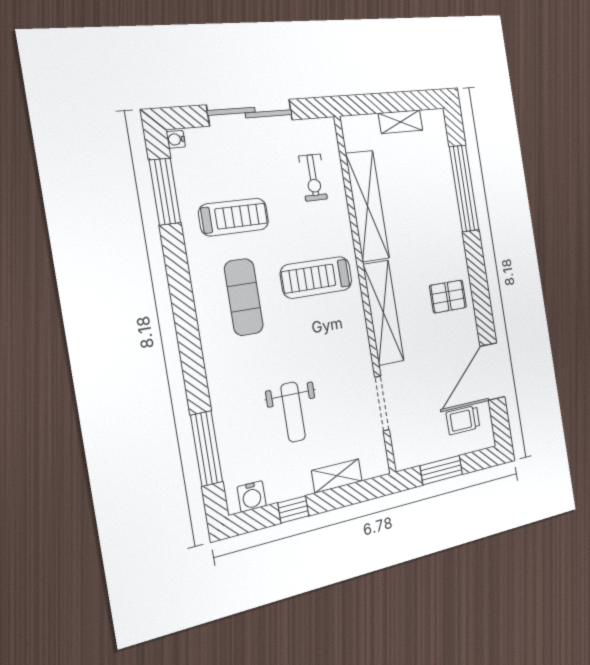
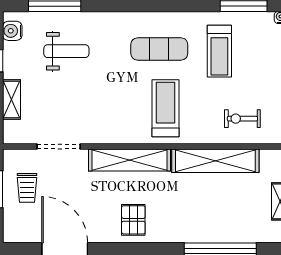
weight bench: (293, 412) -> (66, 51), moved, turned 180
trolley: (463, 420) -> (27, 188), moved, turned 180

